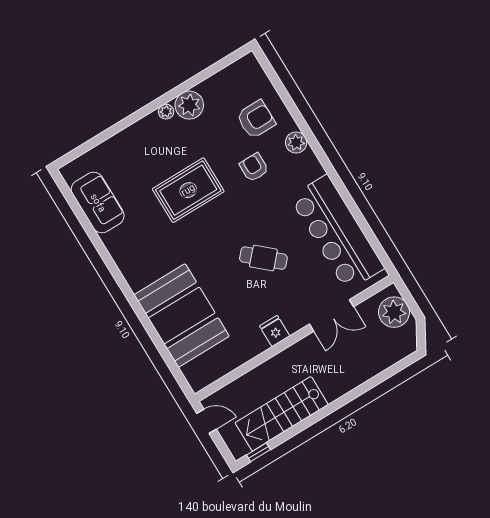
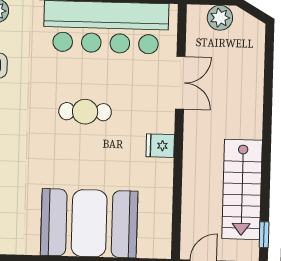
cafe table: (263, 258) -> (85, 112), turned 48
plant: (394, 312) -> (220, 18), width x0.73, depth x0.73

